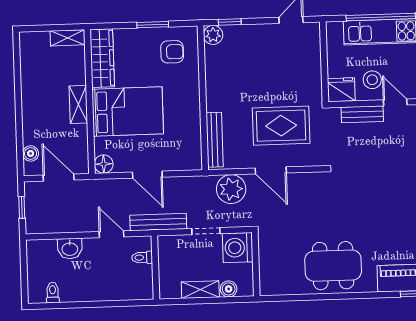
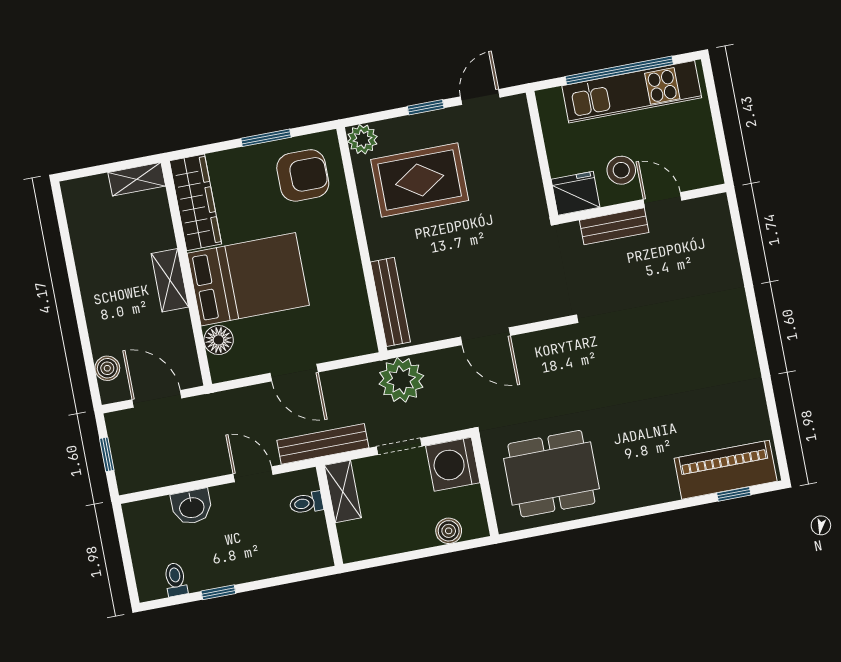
window: (230, 22) -> (426, 107), moved
armchair: (172, 52) -> (303, 175), width x1.38, depth x1.38
rug: (281, 126) -> (420, 180), moved
floor lamp: (104, 164) -> (219, 340), moved
plant: (231, 189) -> (401, 380), moved
dining table: (333, 266) -> (551, 474), moved
shelving: (200, 290) -> (343, 492), moved, turned 90
window: (78, 305) -> (218, 592), added

